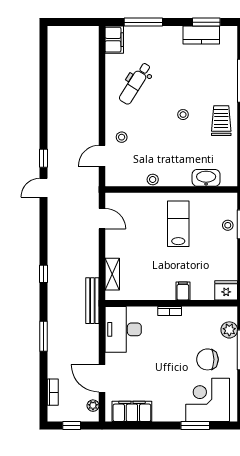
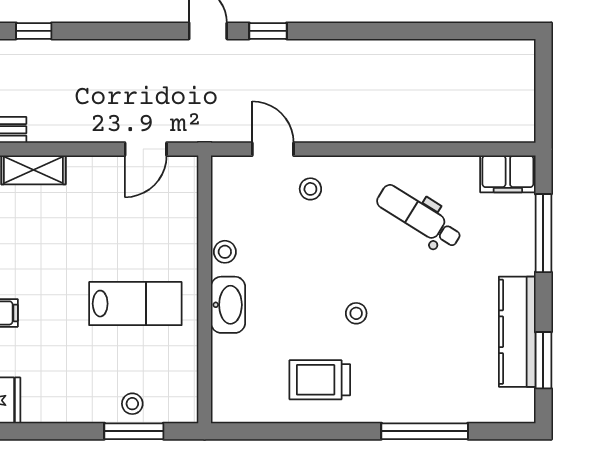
kitchen counter: (201, 35) -> (517, 332), width x1.50
trolley: (221, 121) -> (320, 380), moved, turned 180
washbasin: (206, 178) -> (228, 305), moved

